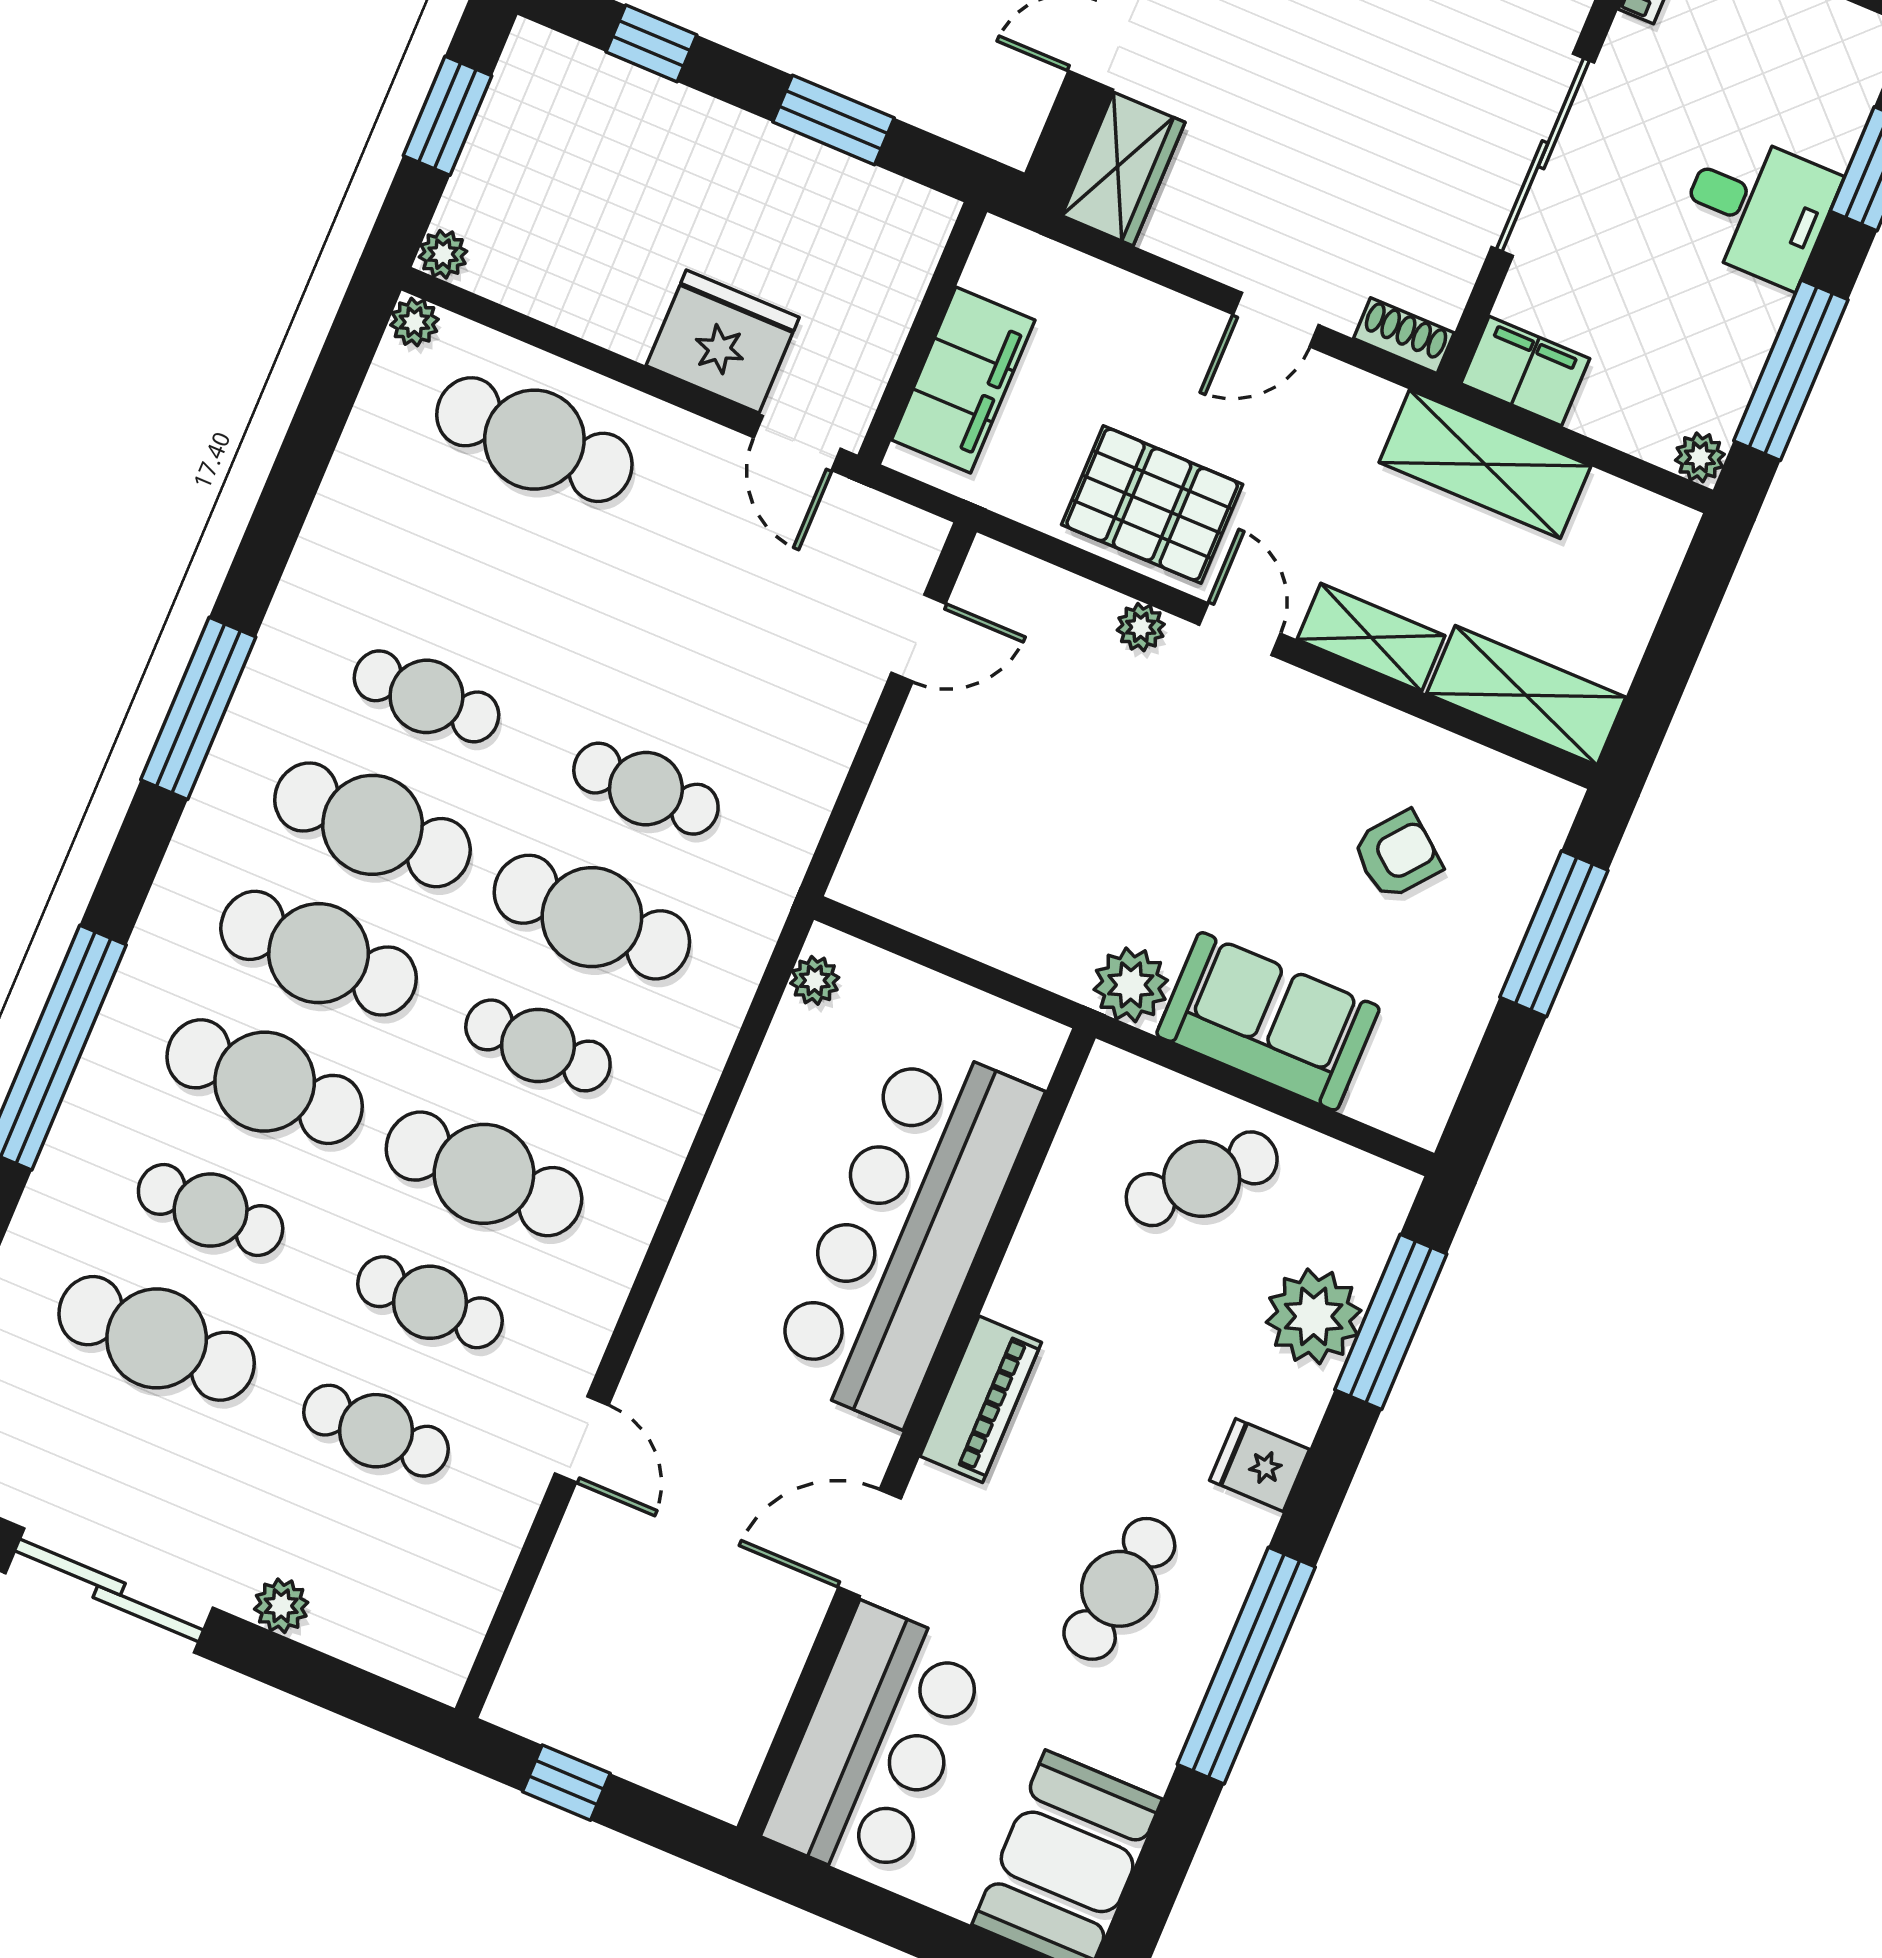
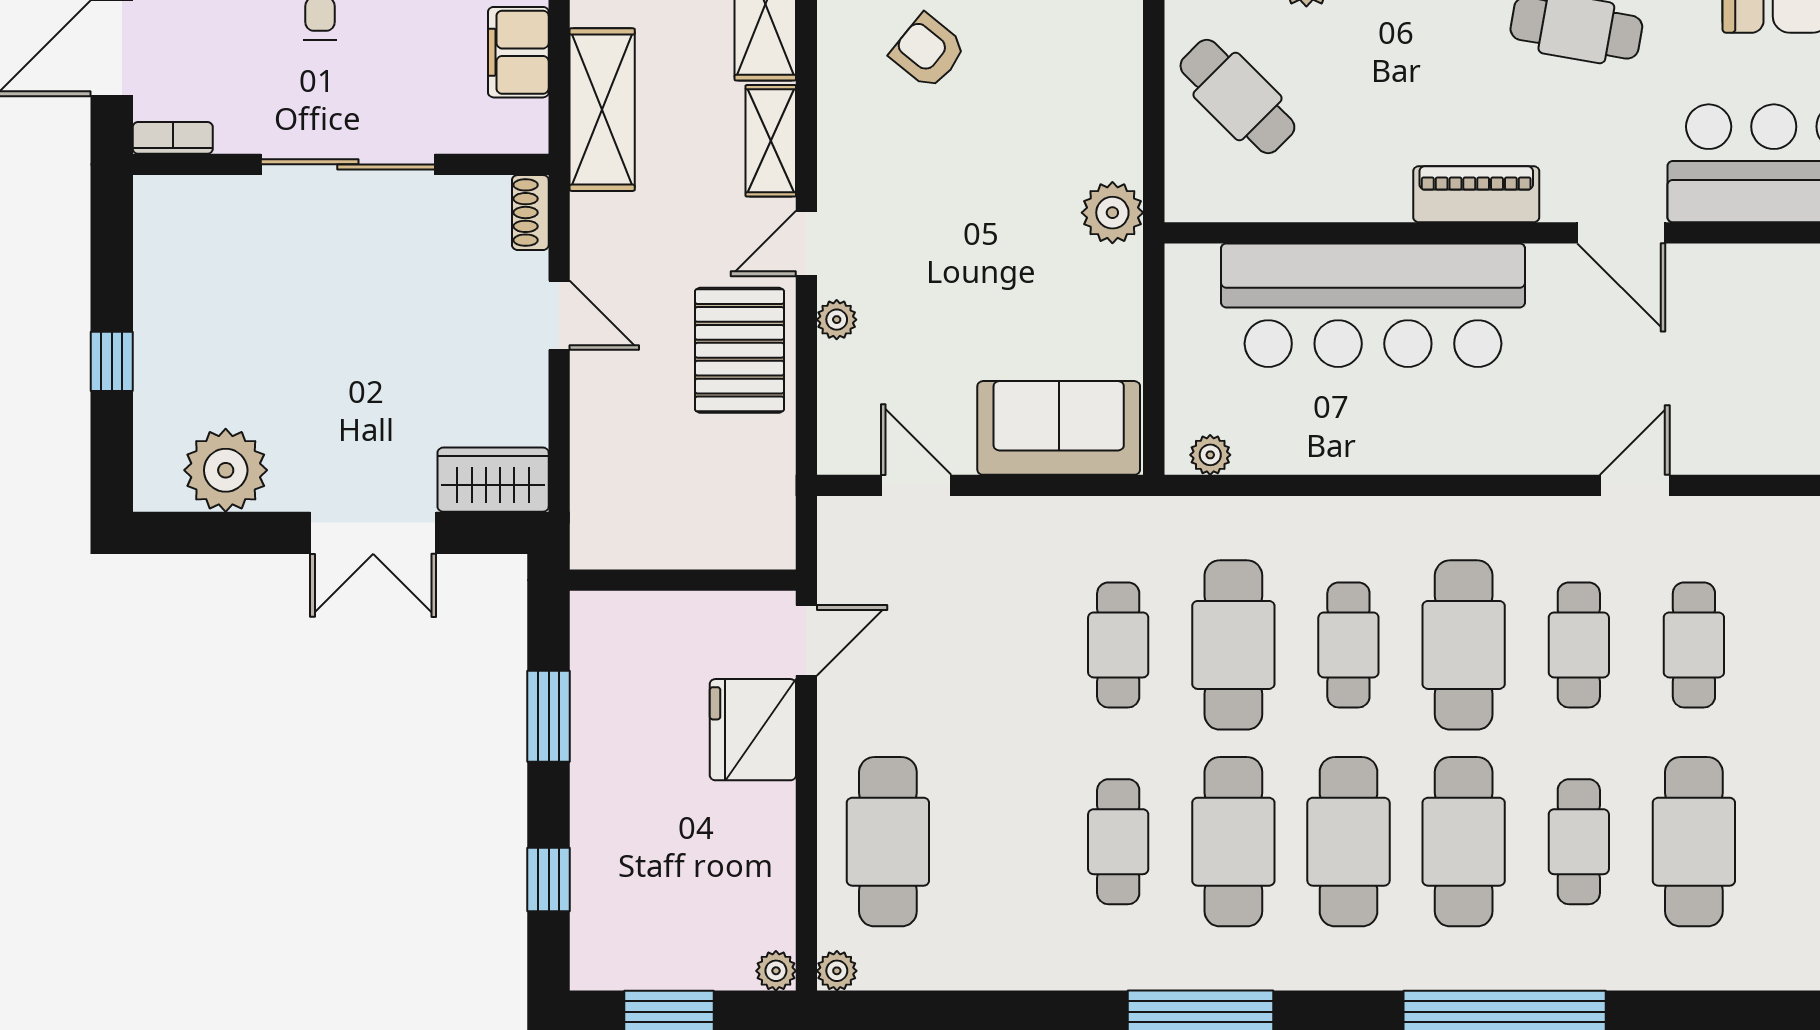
filing cabinet: (1525, 371) -> (518, 52), moved
filing cabinet: (963, 380) -> (705, 534), removed
sofa: (1268, 1021) -> (1059, 428), moved, turned 90

